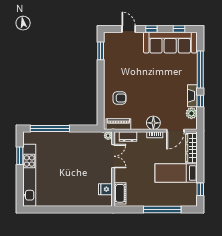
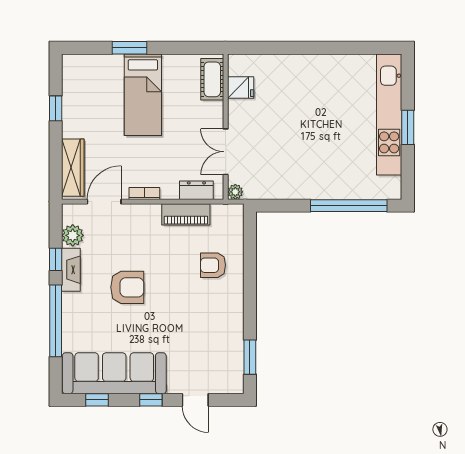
armchair: (163, 87) -> (127, 287), added
floor lamp: (153, 123) -> (147, 217), removed
piano: (118, 124) -> (186, 214), moved
window: (20, 156) -> (408, 127), moved
bed: (176, 173) -> (143, 95), moved, turned 90
window: (200, 189) -> (56, 108), moved
window: (162, 210) -> (130, 48), width x0.47

